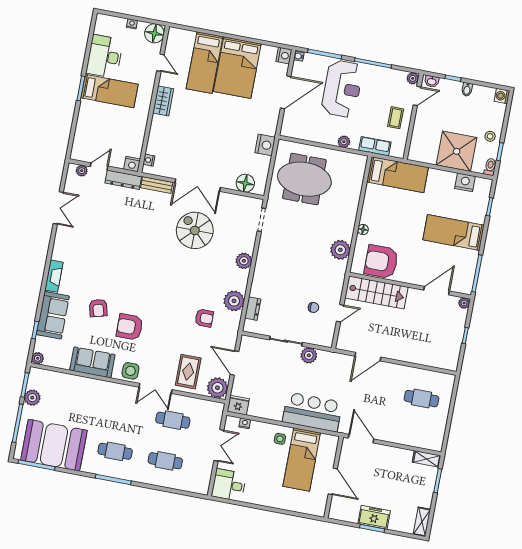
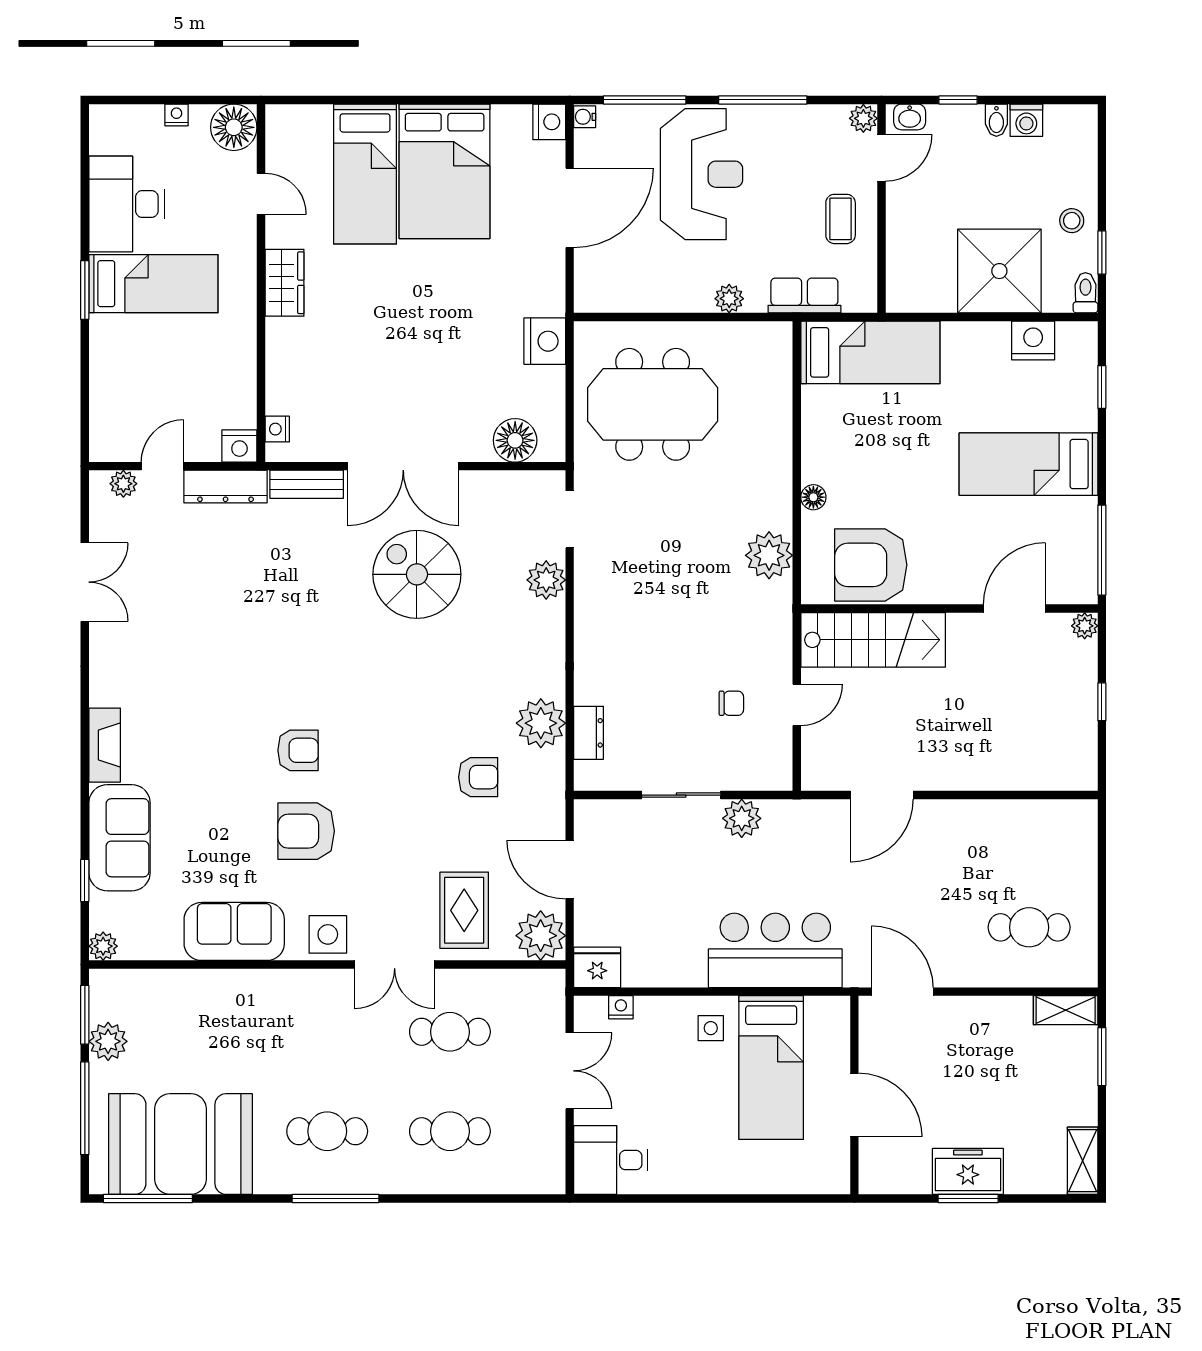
washing machine: (502, 96) -> (1026, 120), moved, turned -90
plant: (244, 261) -> (546, 580), moved
armchair: (98, 308) -> (298, 750), moved, turned -75
cafe table: (421, 399) -> (1029, 927), moved

